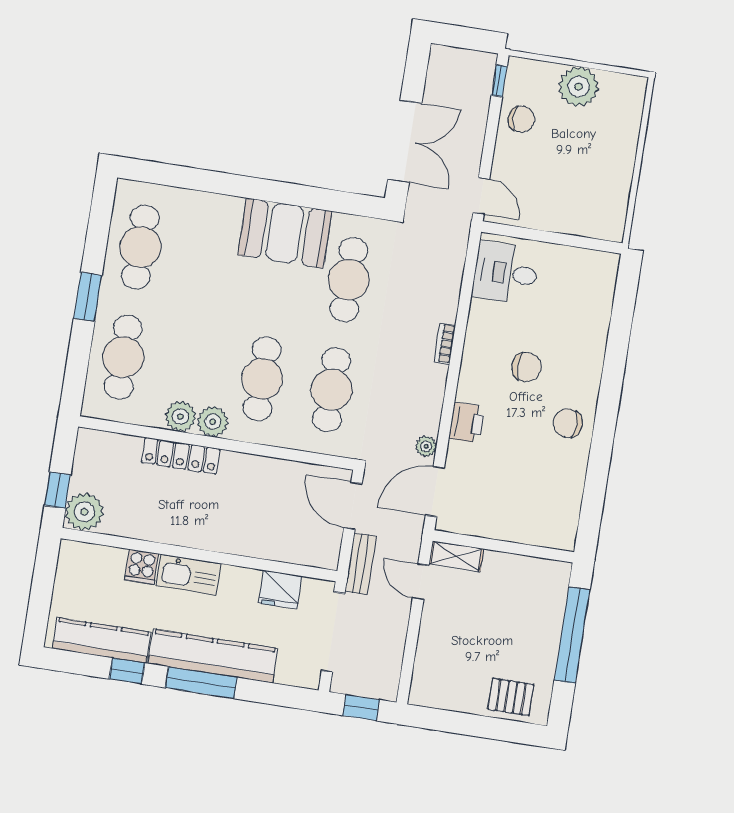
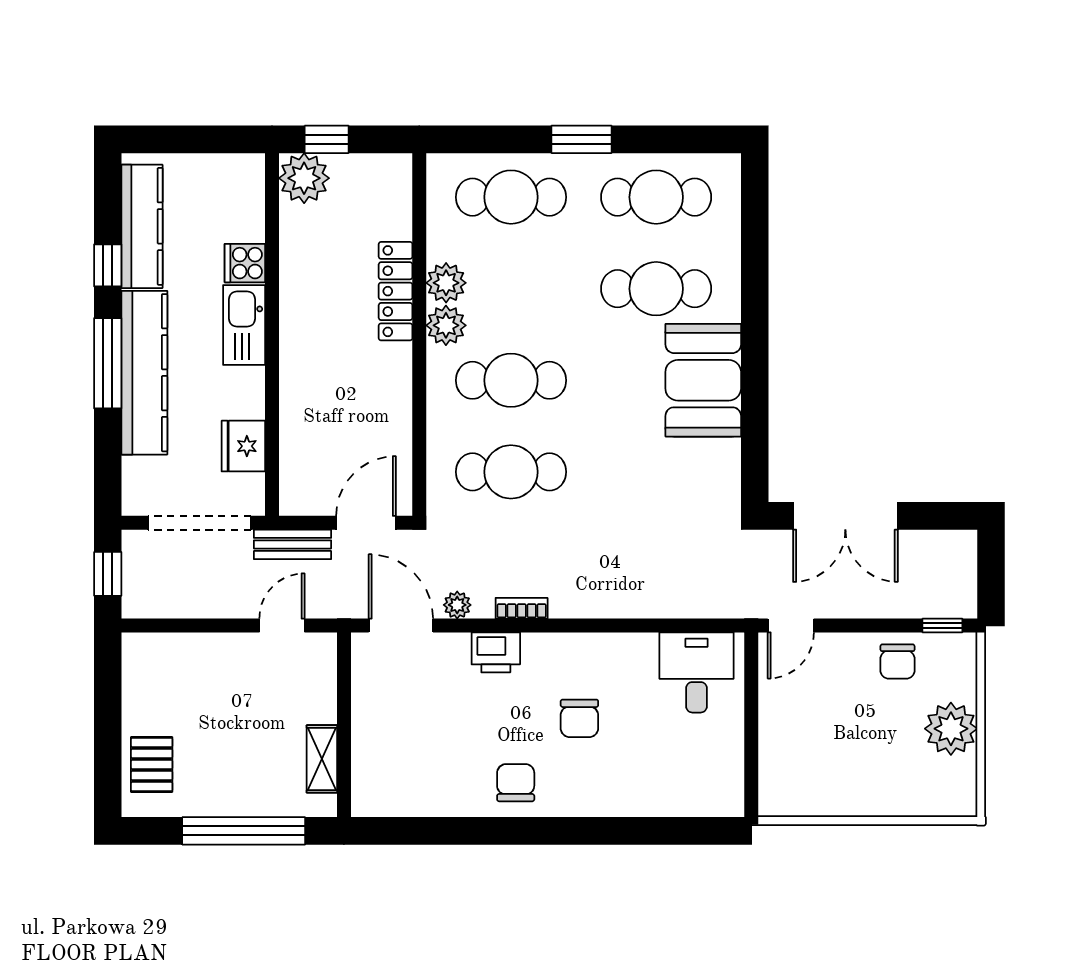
cafe table: (349, 280) -> (656, 289), moved
bookcase: (445, 343) -> (522, 608), moved
shelving: (456, 556) -> (322, 759), moved

